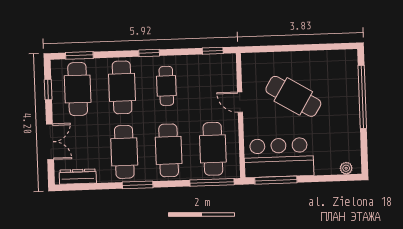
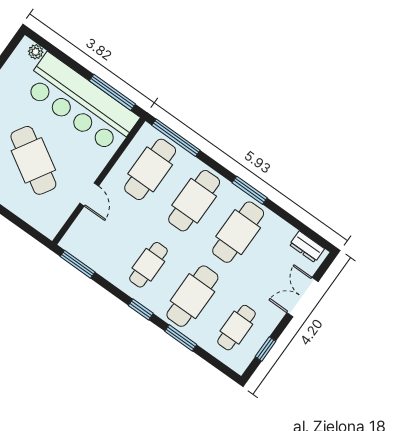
window: (213, 51) -> (78, 264), width x1.50
window: (79, 55) -> (181, 338), moved
cafe table: (78, 89) -> (236, 328), width x0.73, depth x0.74
bar counter: (279, 158) -> (80, 103), width x1.36
dresser: (78, 177) -> (307, 247), width x0.70

